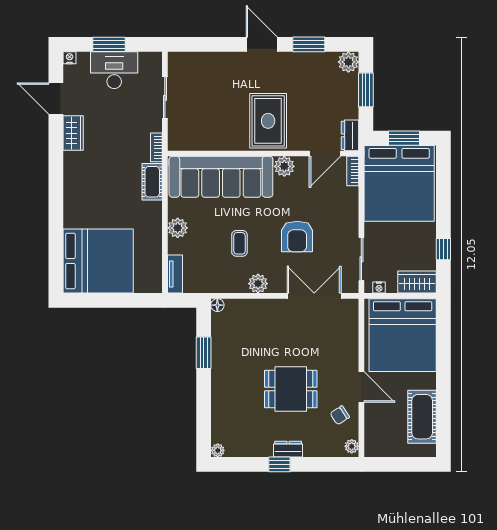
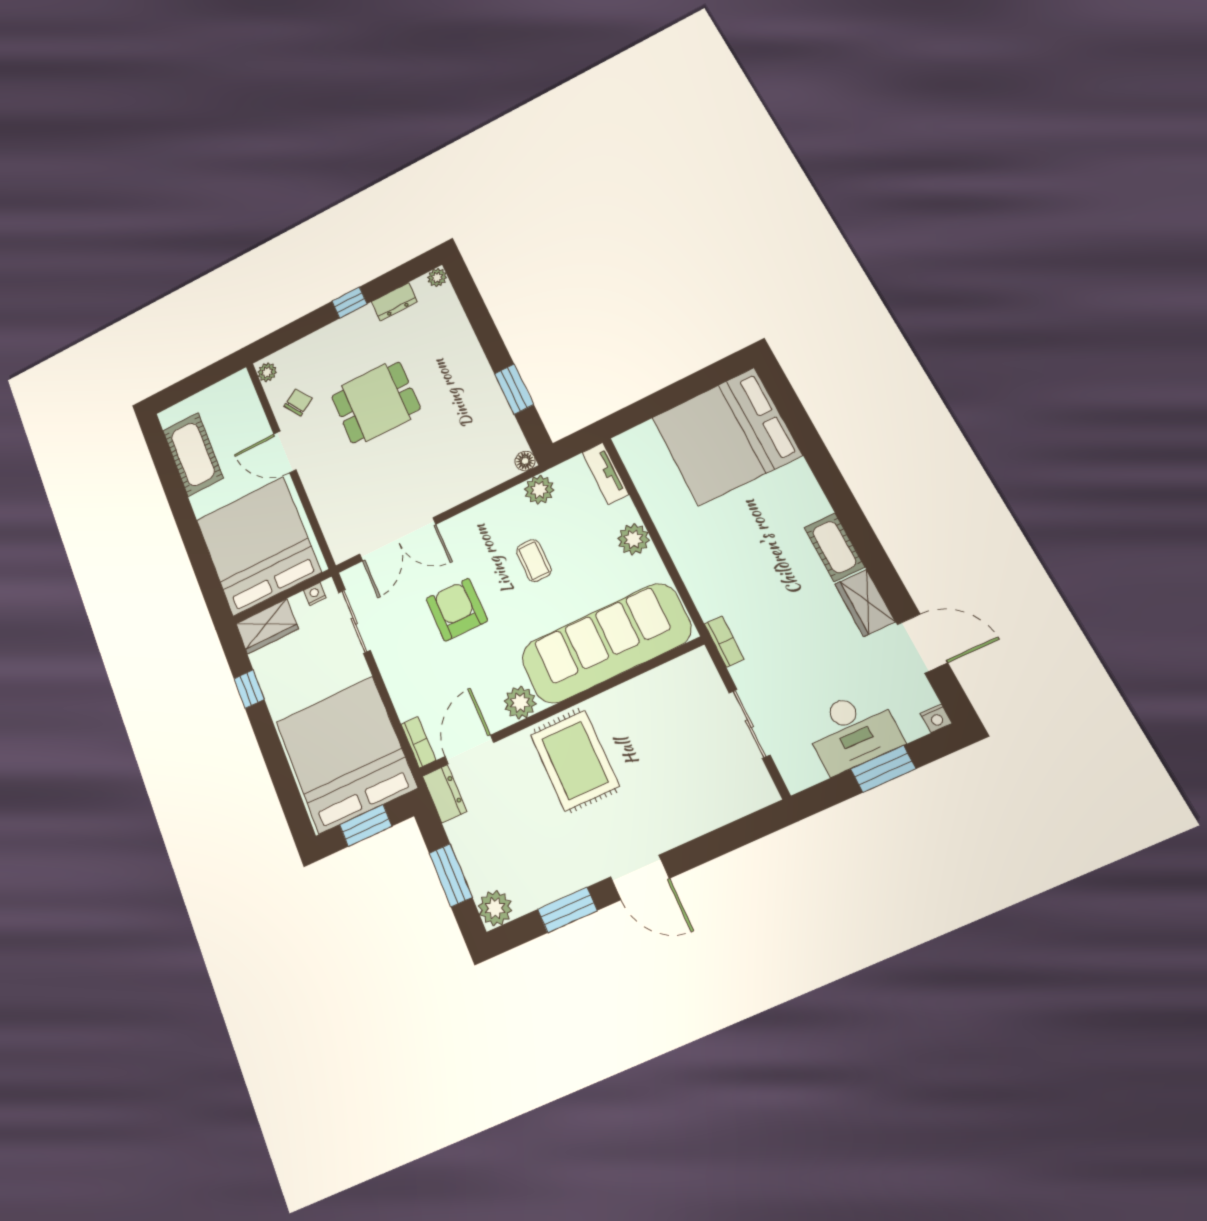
cot: (152, 182) -> (834, 547), moved
plant: (258, 284) -> (539, 490), moved
dresser: (288, 449) -> (394, 302), moved

